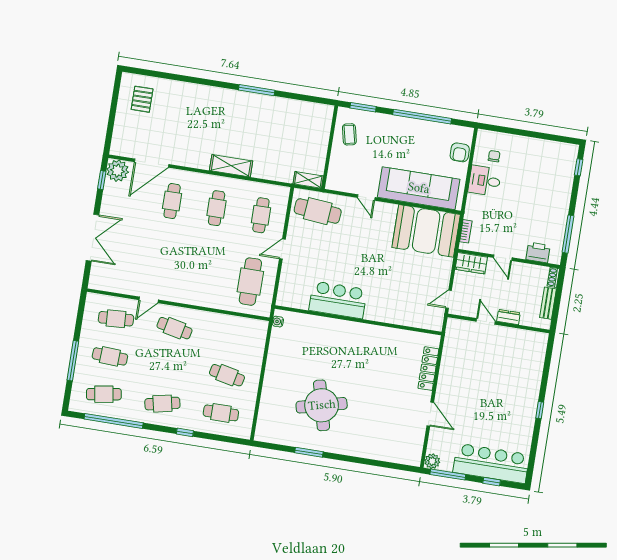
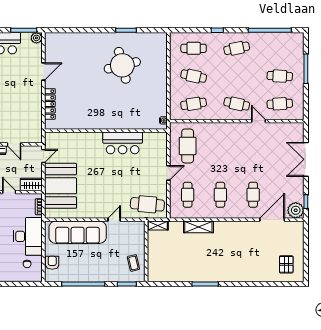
shelving: (231, 166) -> (198, 227), moved
desk: (485, 181) -> (28, 236), width x1.87, depth x1.30
door: (366, 197) -> (114, 220), hinge flipped
booth: (426, 231) -> (60, 186), moved, turned 90
door: (149, 300) -> (258, 121), hinge flipped
cafe table: (104, 394) -> (194, 104), moved
door: (430, 414) -> (43, 72), swing flipped

